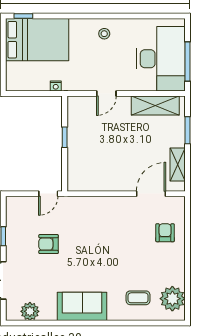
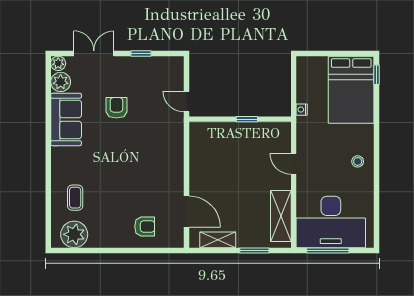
armchair: (49, 244) -> (116, 108), moved
sofa: (82, 306) -> (66, 119), moved
plant: (13, 314) -> (58, 63), added

